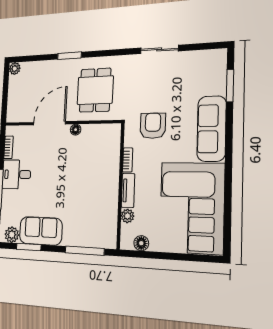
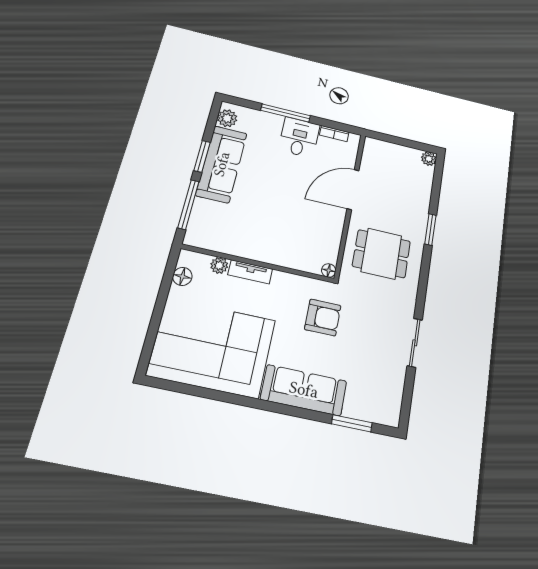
door: (49, 123) -> (353, 189), swing flipped
floor lamp: (76, 130) -> (329, 270), moved
bookcase: (128, 160) -> (288, 278), removed
sofa: (41, 231) -> (222, 164), width x1.36
window: (29, 247) -> (202, 156), moved

